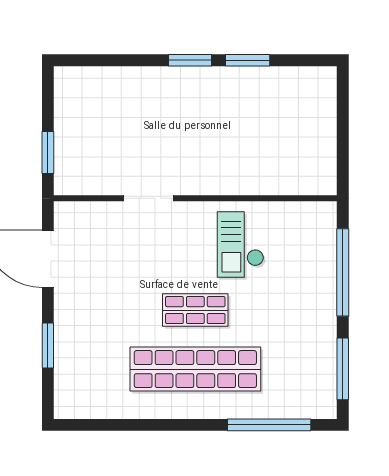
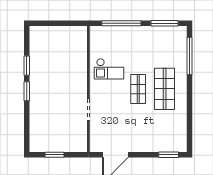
window: (48, 152) -> (54, 155), moved
window: (48, 346) -> (169, 155), moved
shop shelf: (195, 369) -> (165, 89), width x0.71

